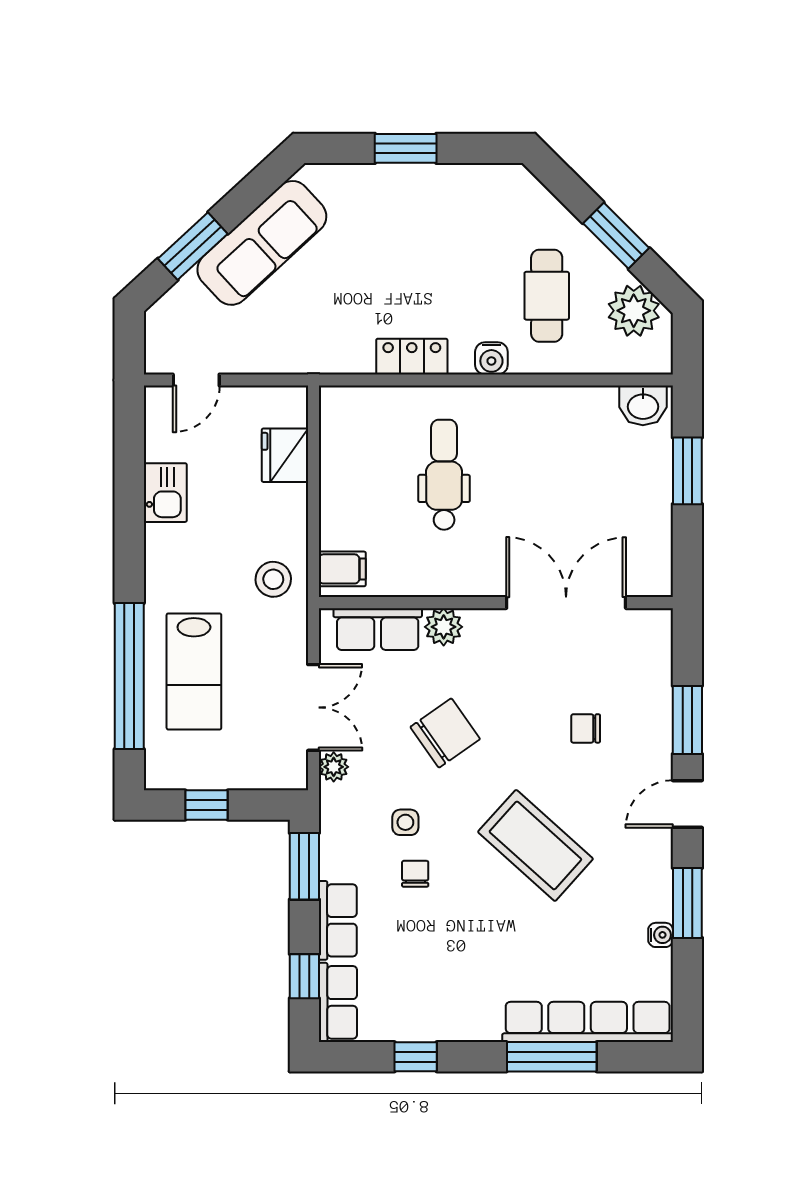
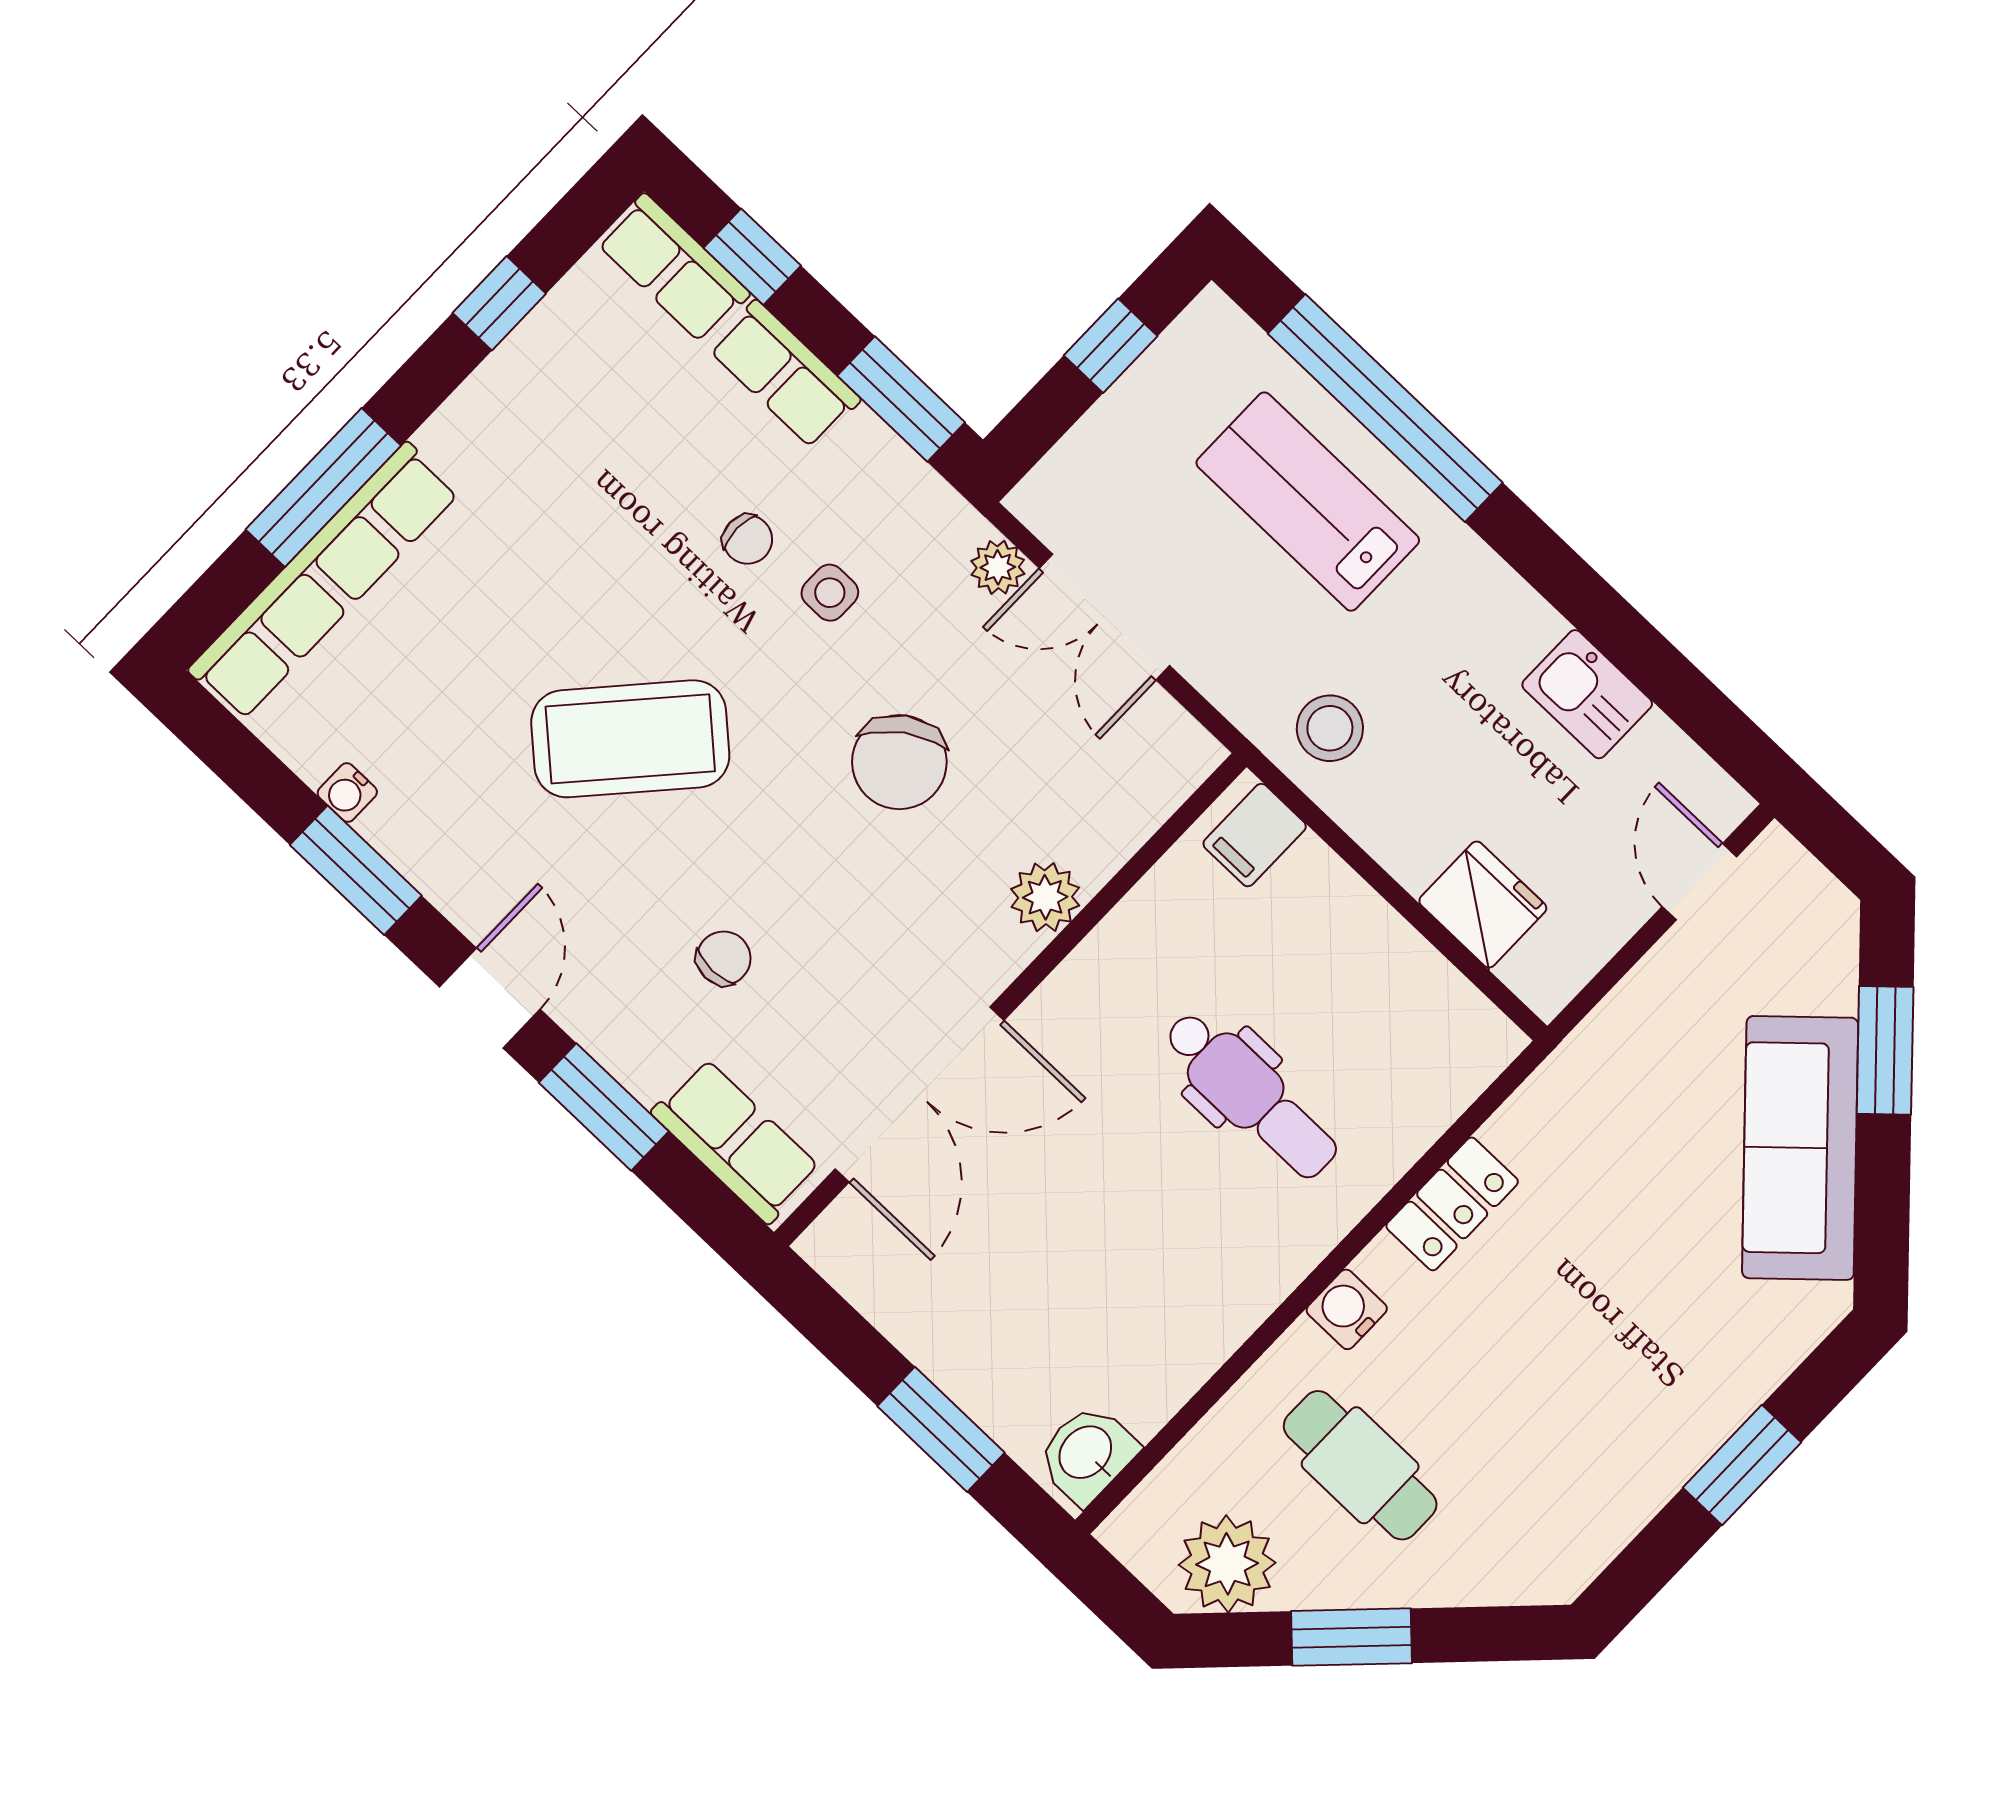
row of seats: (378, 629) -> (736, 1141), moved, turned 90

